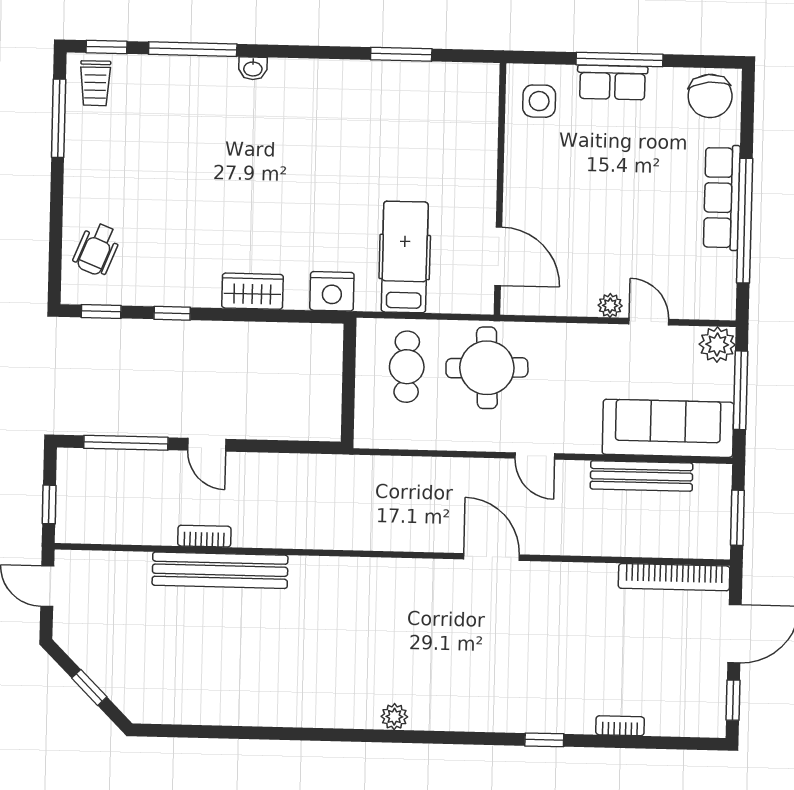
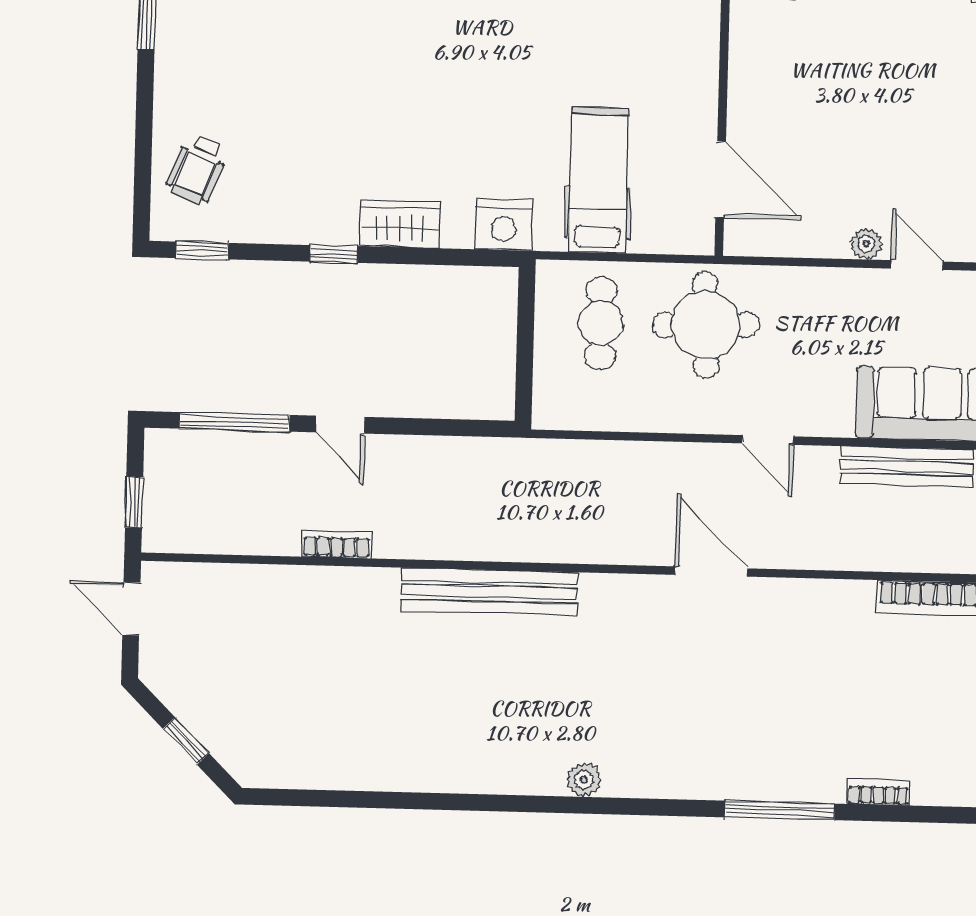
window: (172, 313) -> (334, 254), moved
bench: (220, 570) -> (489, 592), moved
window: (544, 740) -> (780, 810), width x2.17

